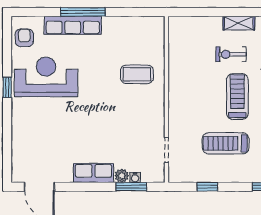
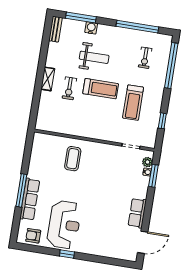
reception desk: (46, 77) -> (64, 225), turned 180
treadmill: (237, 97) -> (101, 89), turned 180
row of seats: (93, 173) -> (137, 213), moved
plant: (122, 176) -> (147, 162), moved

